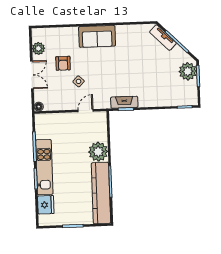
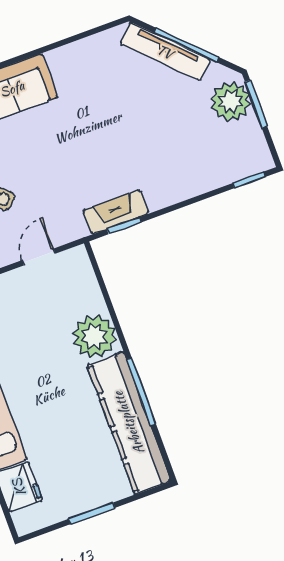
tv unit: (163, 38) -> (165, 52), width x1.41

